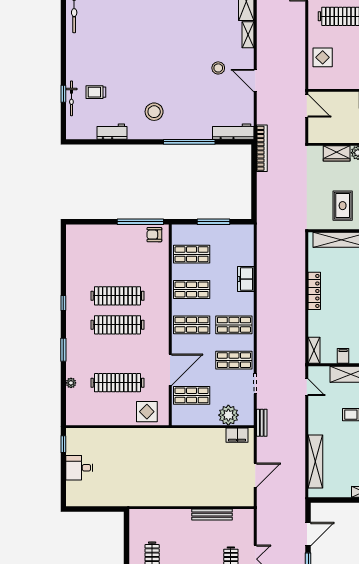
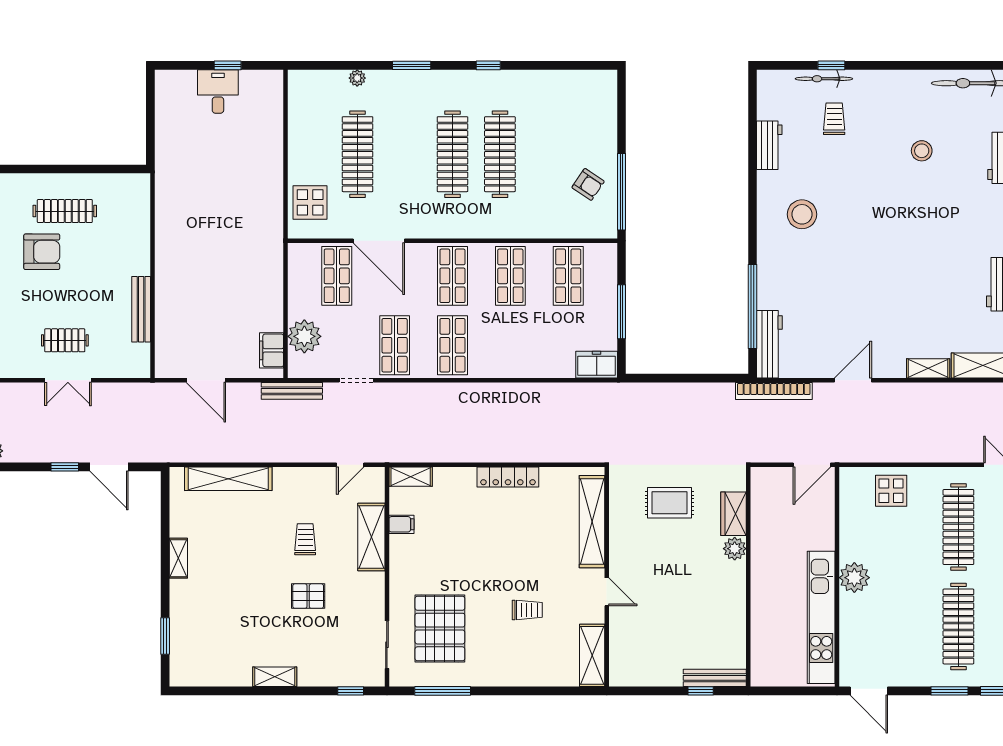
stool: (218, 68) -> (922, 151), moved
window: (189, 142) -> (752, 307), moved
bookcase: (262, 148) -> (774, 391), moved
rug: (343, 206) -> (670, 503), moved
armchair: (154, 235) -> (588, 184), moved, turned 124
freezer: (246, 279) -> (597, 365), moved
bench: (262, 423) -> (292, 391), width x1.36
window: (63, 444) -> (228, 65), moved

